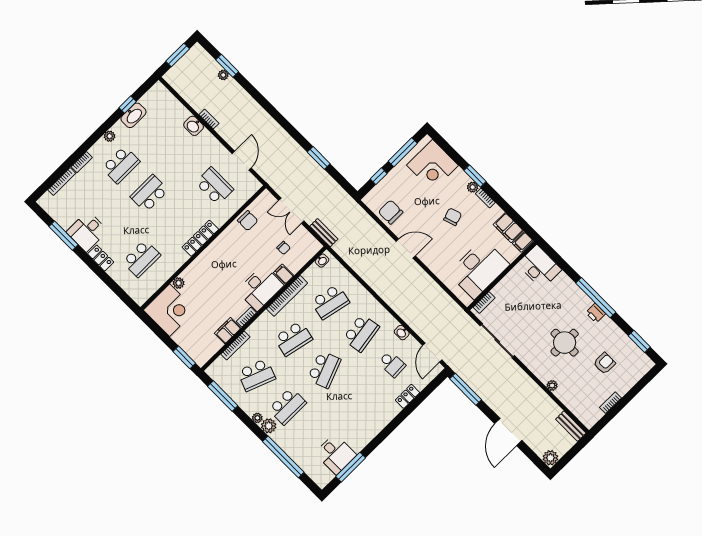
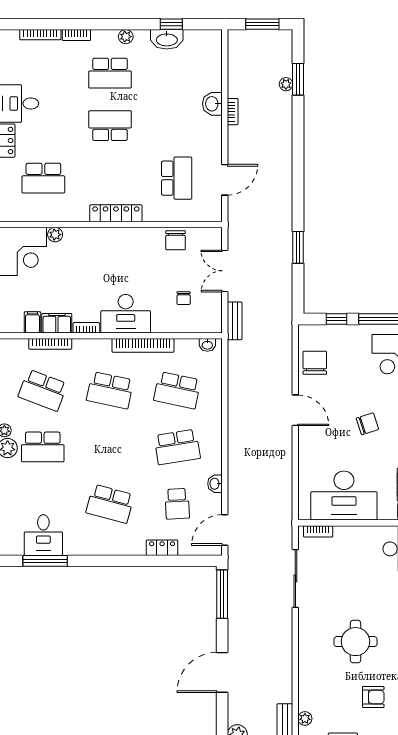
filing cabinet: (284, 274) -> (32, 322), moved
school desk: (324, 370) -> (110, 504), moved, turned 36
plant: (552, 385) -> (305, 719), moved

